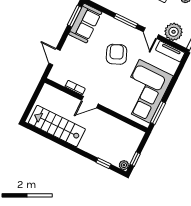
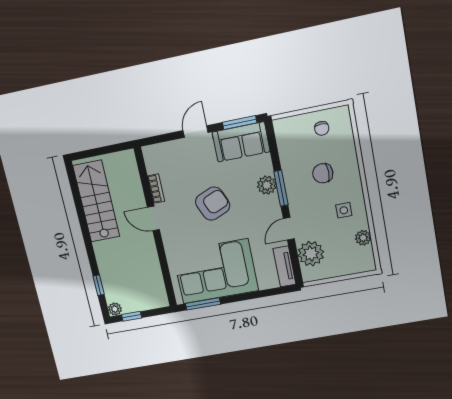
plant: (118, 27) -> (267, 185), added
armchair: (117, 54) -> (213, 204), moved
door: (54, 57) -> (196, 132), moved

